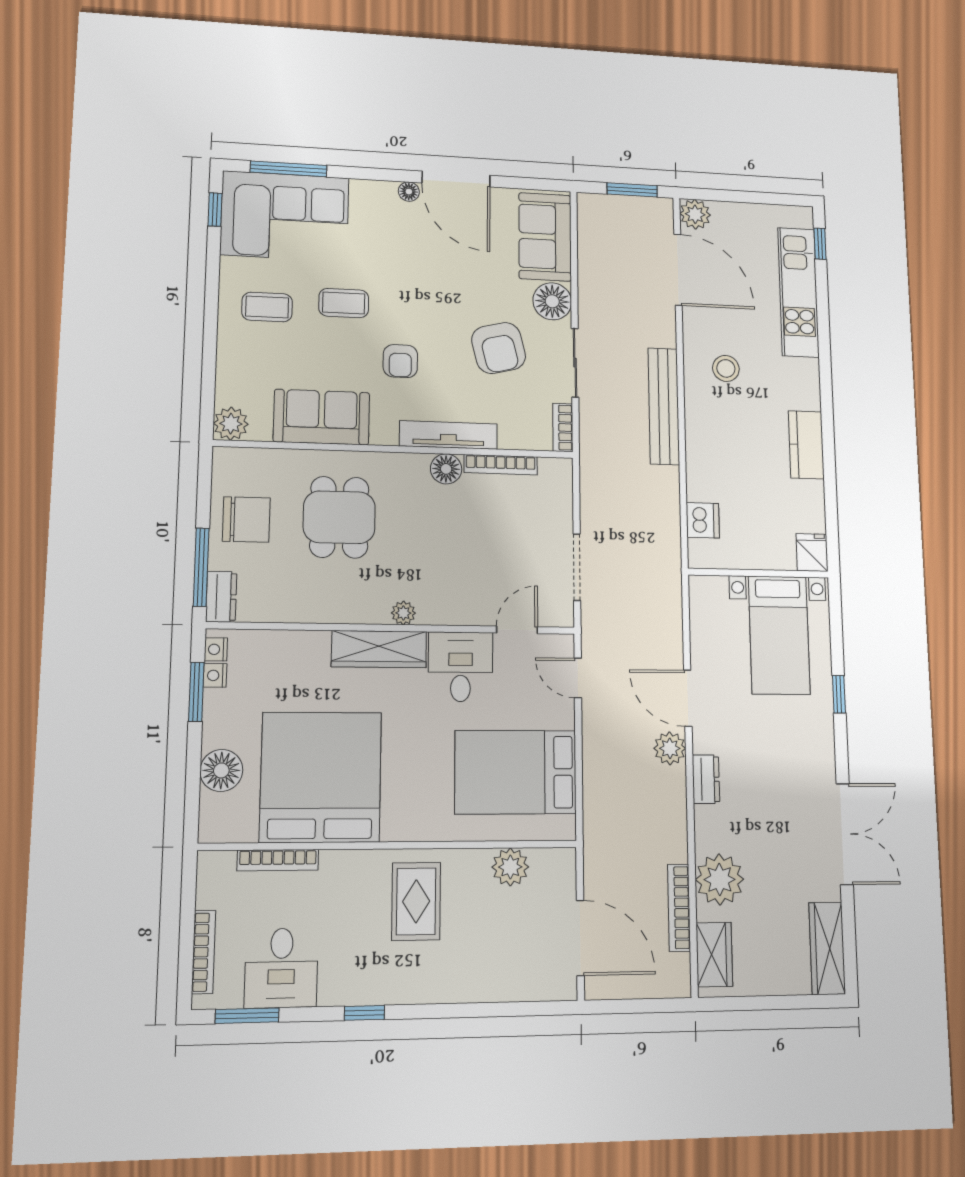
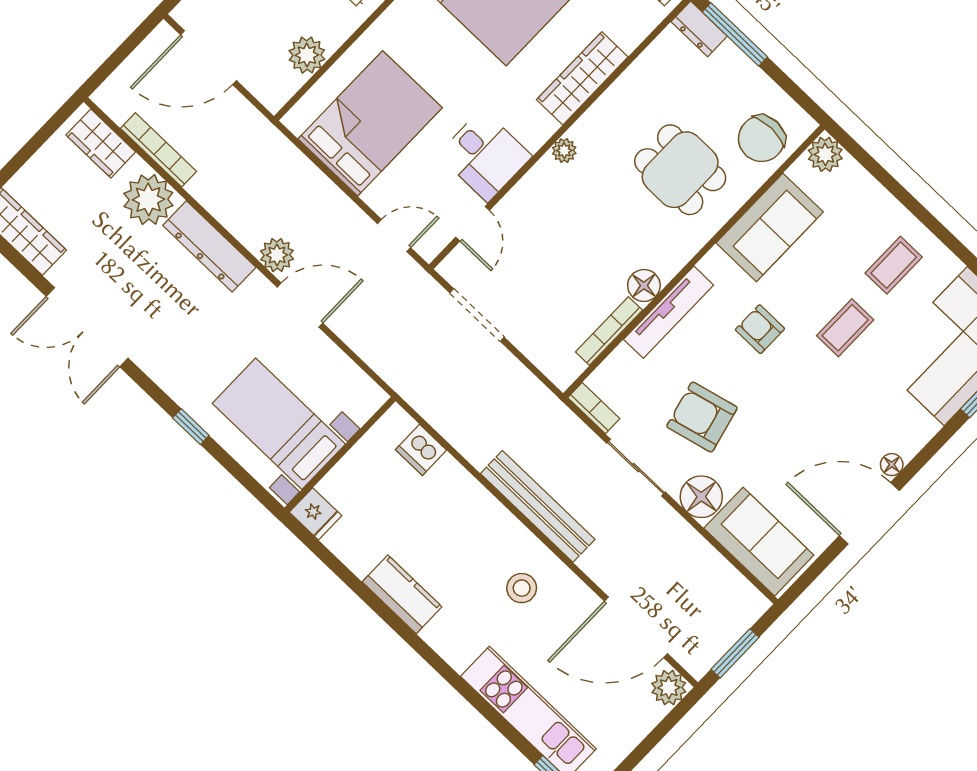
chair: (246, 520) -> (761, 139), moved
wardrobe: (379, 649) -> (582, 78), moved
dresser: (706, 779) -> (209, 246), width x1.96, depth x1.24

